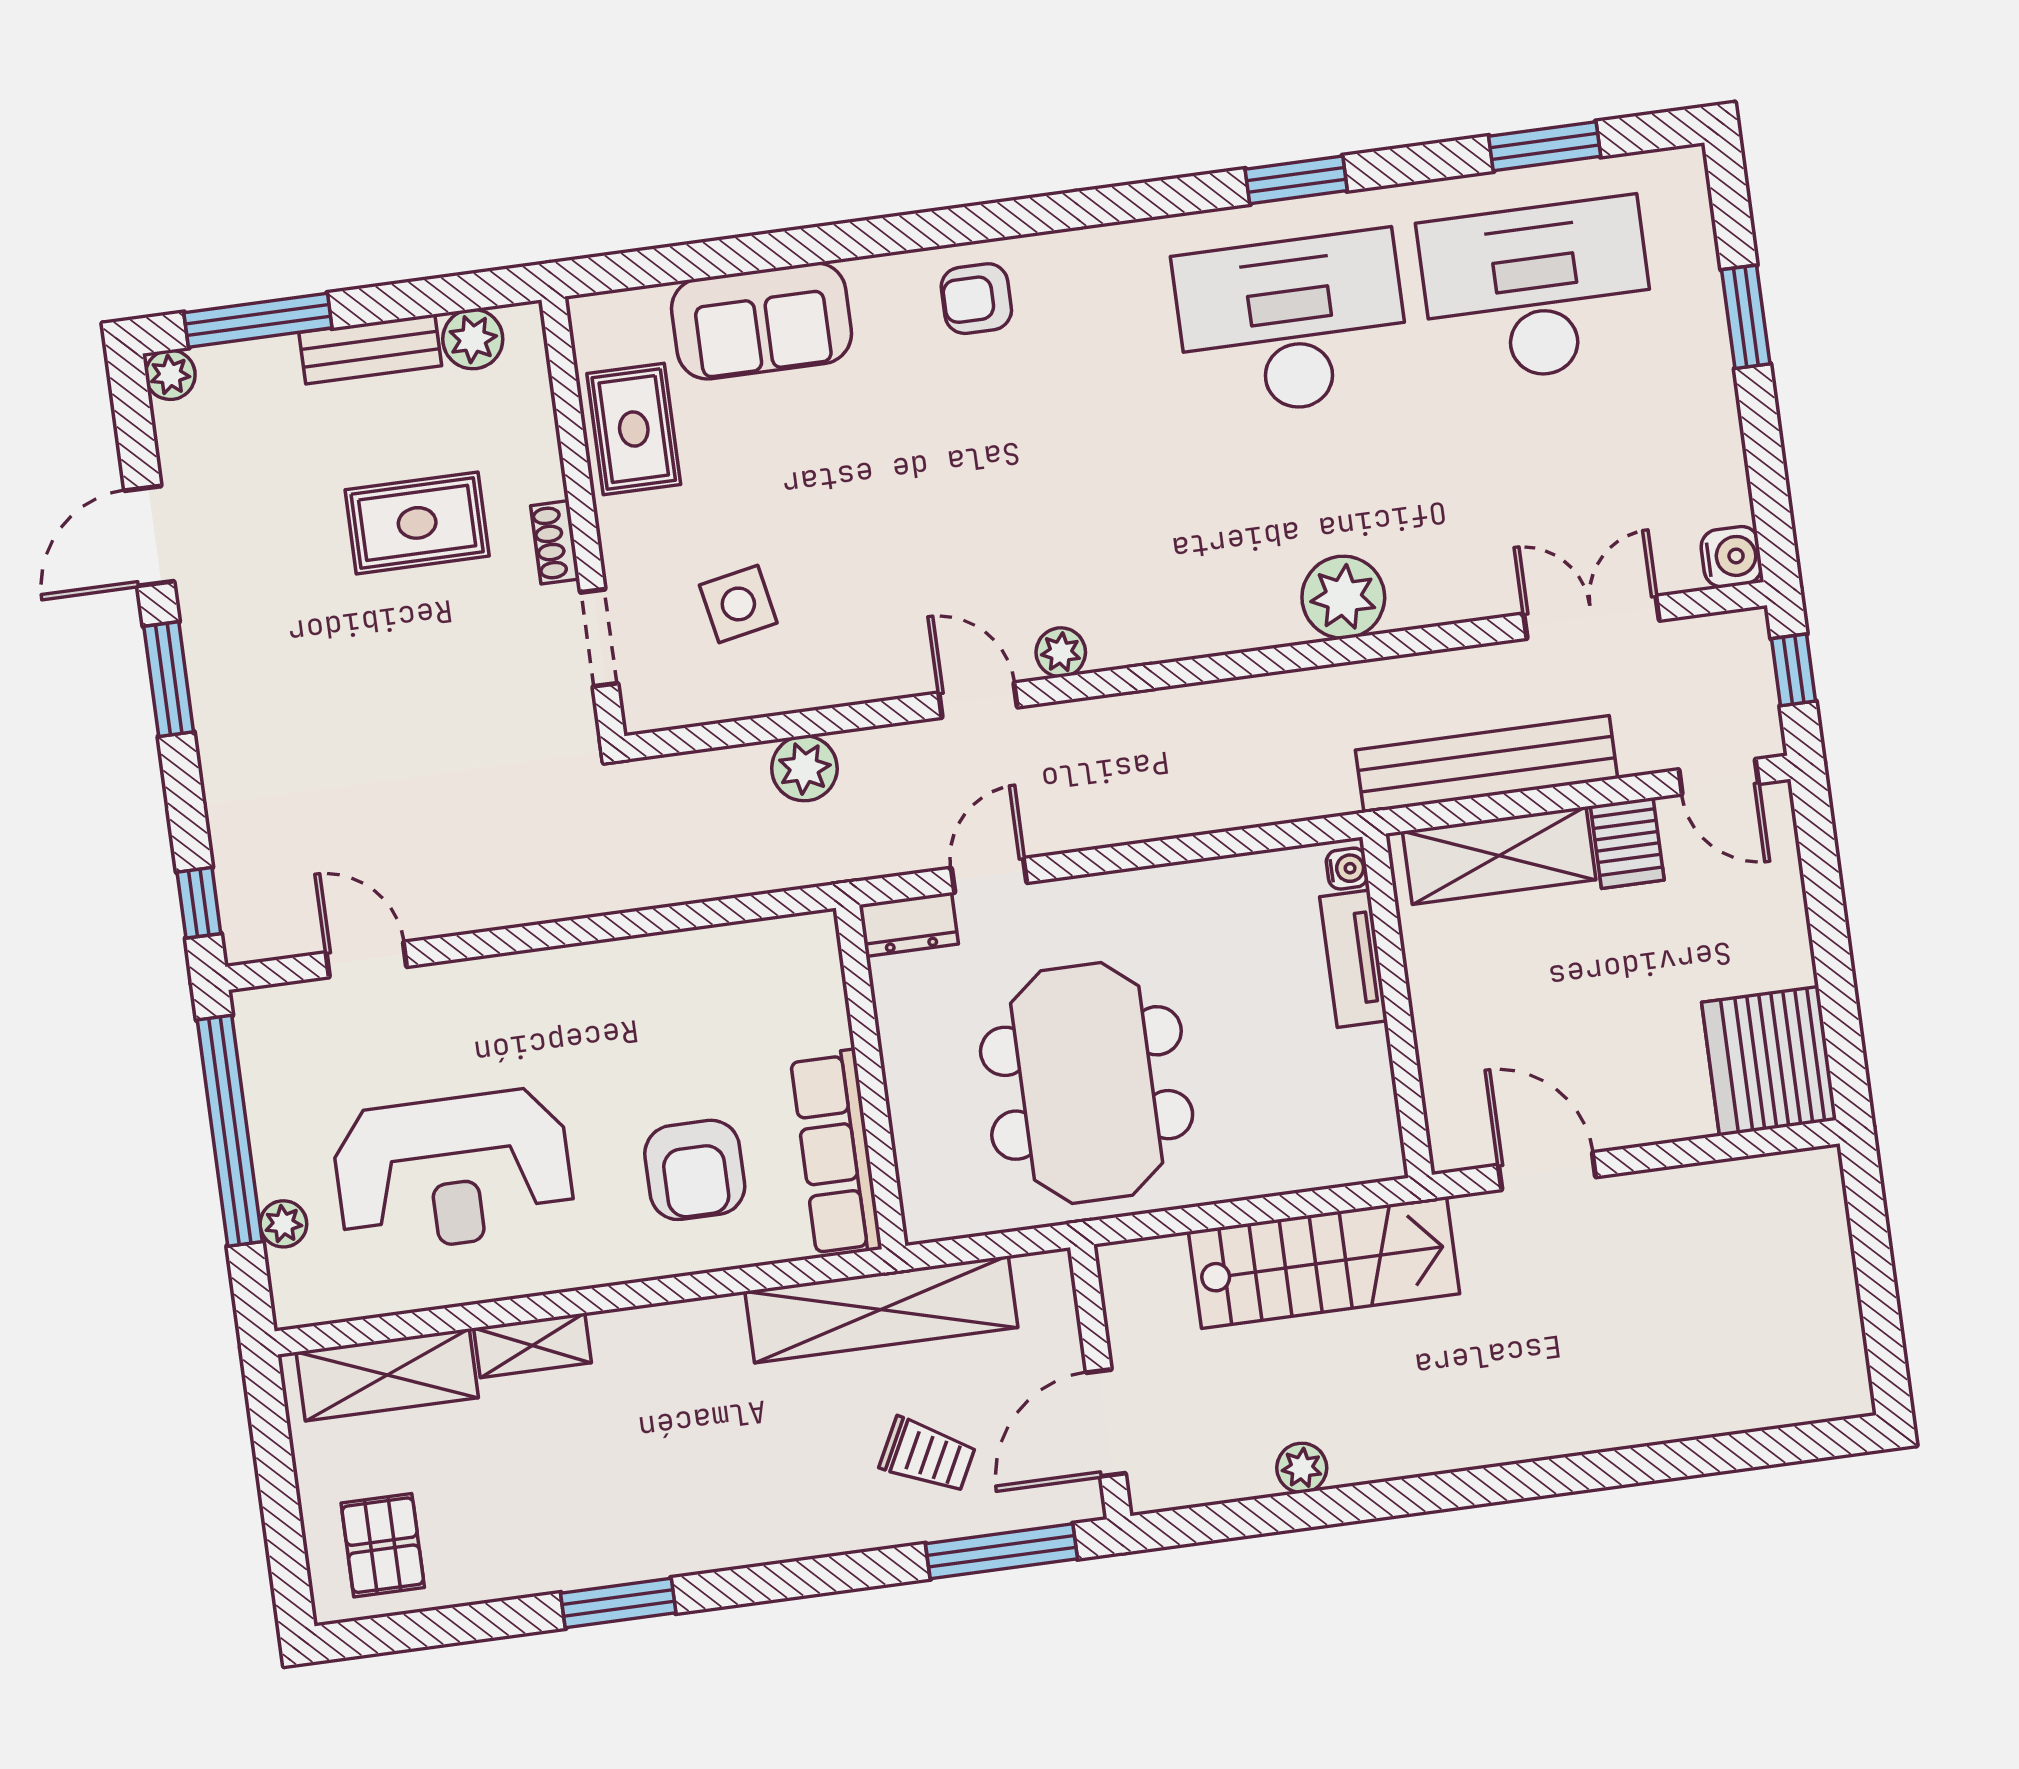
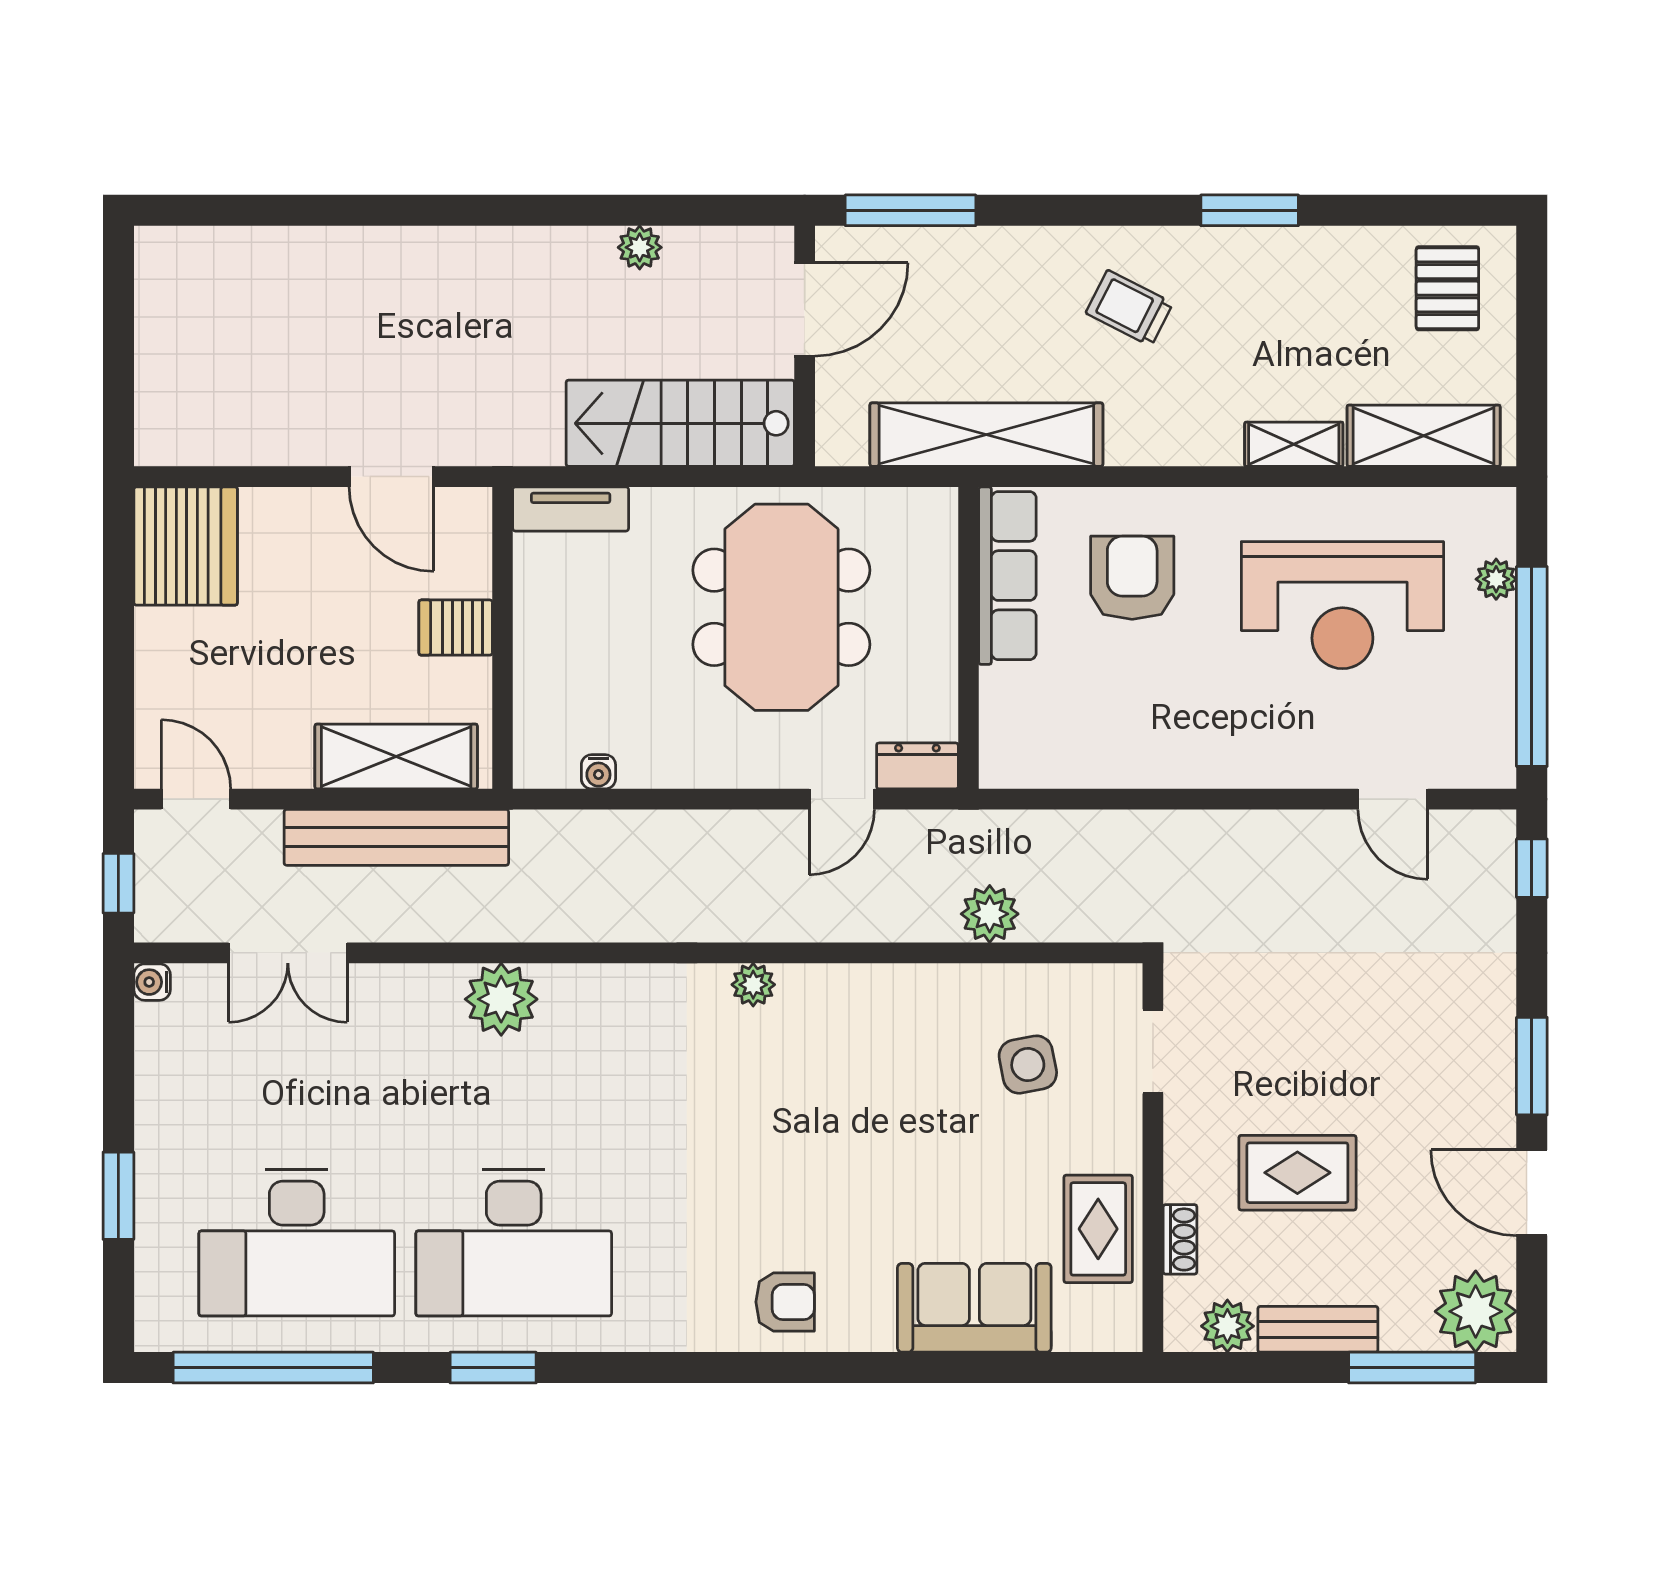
window: (1545, 146) -> (273, 1368), width x2.11
plant: (170, 375) -> (1476, 1311), width x1.88, depth x1.88
door: (149, 536) -> (1532, 1193), swing flipped
shoe rack: (555, 542) -> (1180, 1239), moved
water cooler: (1731, 557) -> (152, 982), width x0.72, depth x0.72
door: (978, 700) -> (831, 953), removed
server rack: (1627, 843) -> (456, 628), moved, turned -90
water cooler: (1347, 869) -> (598, 772), moved, turned -90
tv unit: (1353, 959) -> (571, 509), moved, turned 90
reception desk: (453, 1171) -> (1342, 605), turned 180
stairs: (1324, 1263) -> (680, 423), moved
trolley: (928, 1455) -> (1129, 308), moved

